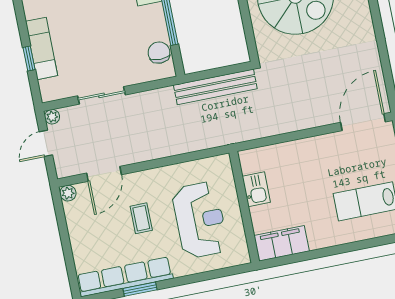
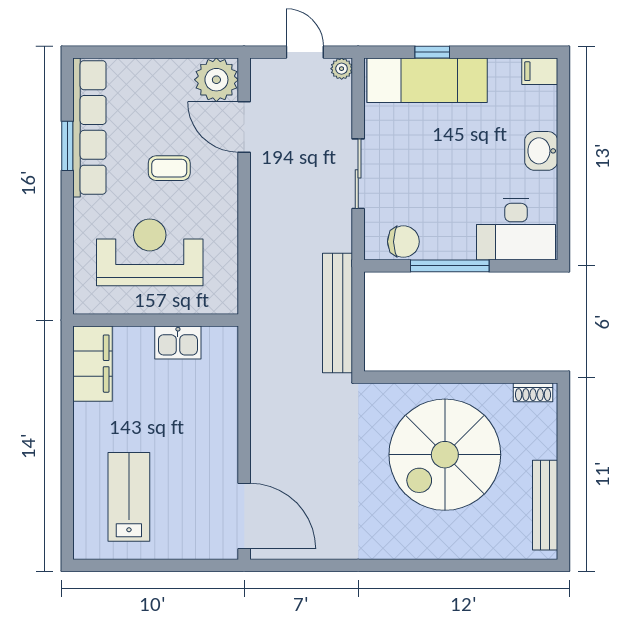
exam couch: (42, 48) -> (427, 80), width x1.36, depth x1.45
sliding door: (102, 95) -> (358, 174), moved
plant: (68, 193) -> (216, 80), width x1.87, depth x1.87
reception desk: (200, 220) -> (150, 252), turned 180

